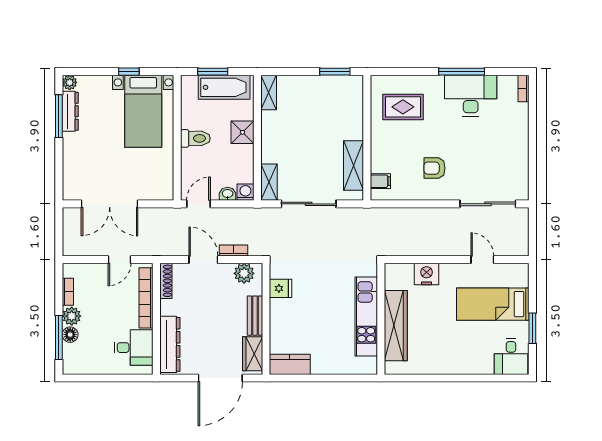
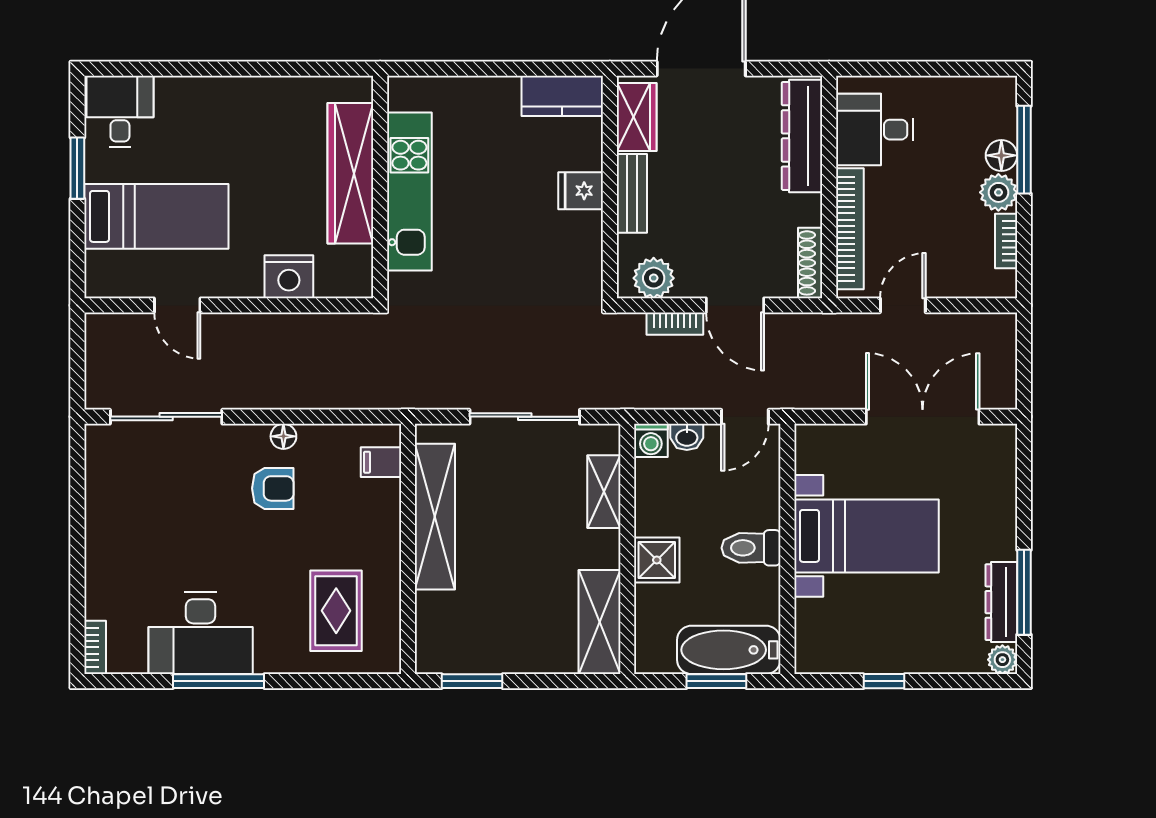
bathtub: (224, 87) -> (729, 650), moved
shelving: (269, 93) -> (599, 622), width x1.50, depth x1.33
rug: (403, 107) -> (336, 611), turned 90
bed with nightstands: (143, 111) -> (867, 536), moved, turned 90
shelving: (353, 166) -> (435, 517), width x1.47
shelving: (269, 182) -> (604, 492), moved
floor lamp: (429, 194) -> (283, 436), added
fridge: (281, 288) -> (581, 191), moved

